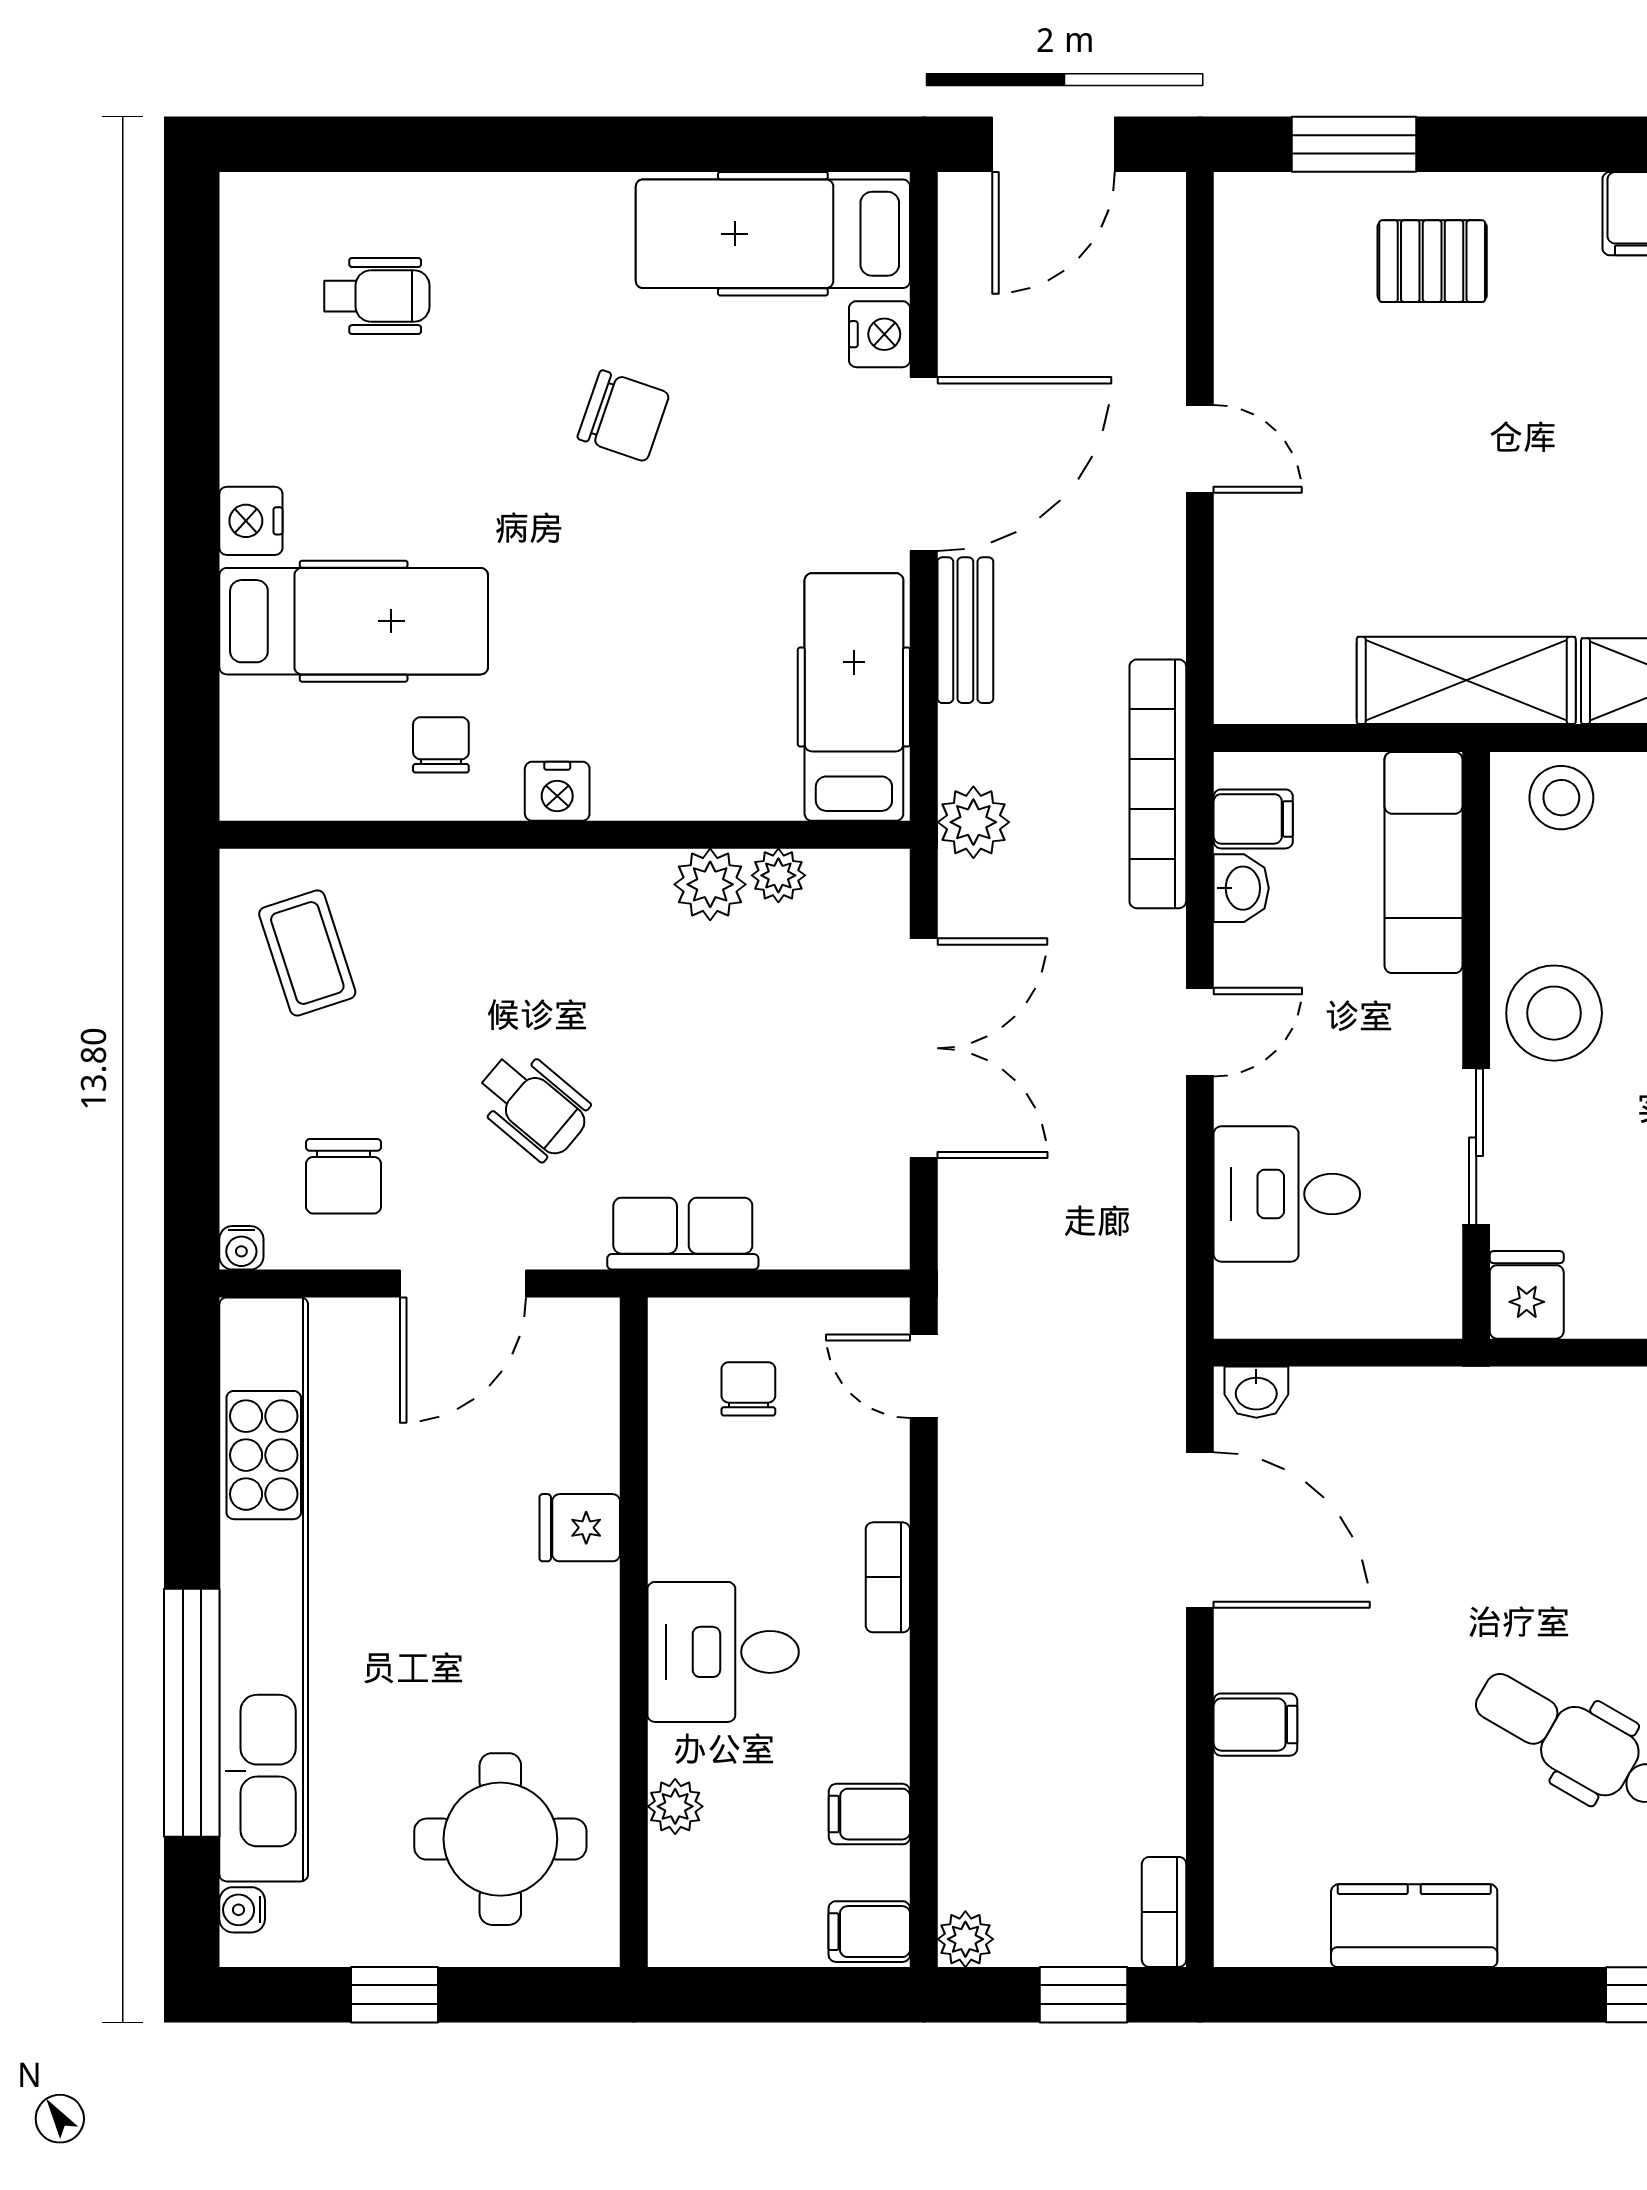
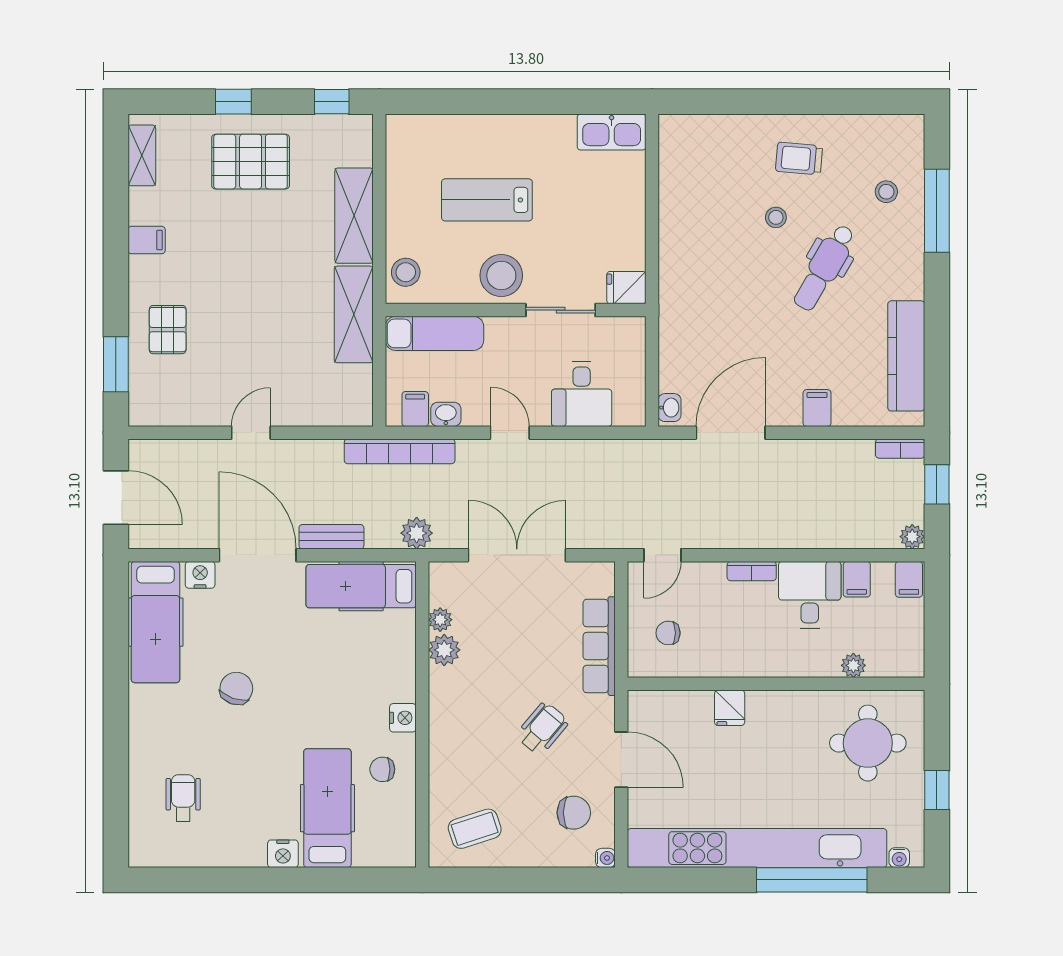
row of seats: (683, 1234) -> (599, 646), width x1.48
desk: (723, 1652) -> (810, 595), moved, turned 180
kitchen counter: (1414, 1926) -> (906, 356), width x1.50

